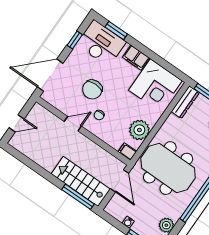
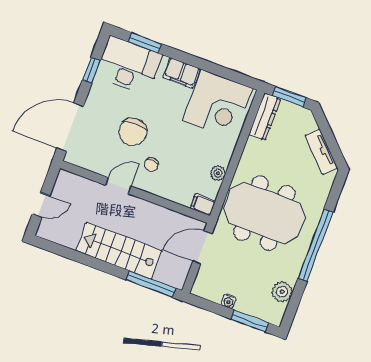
plant: (139, 130) -> (218, 173), width x0.53, depth x0.53
door: (119, 181) -> (202, 248), swing flipped
stairs: (81, 182) -> (119, 251), moved

